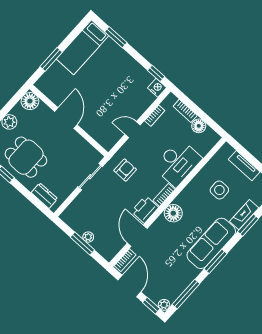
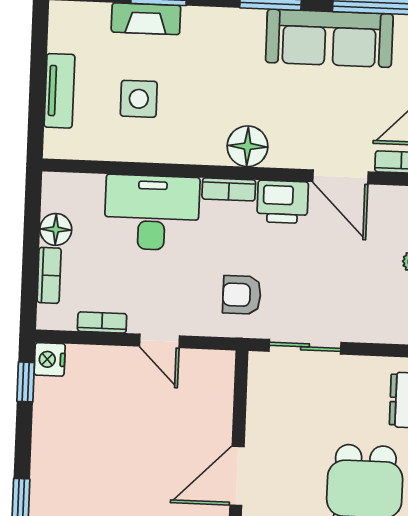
door: (137, 236) -> (340, 177), hinge flipped
sofa: (211, 243) -> (329, 38), moved

